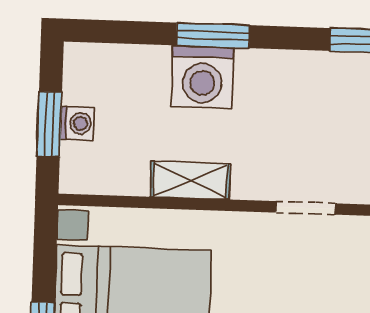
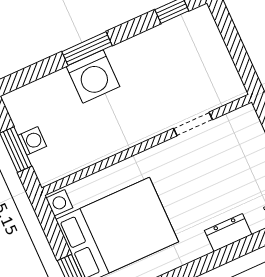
shelving: (190, 180) -> (116, 142), removed

